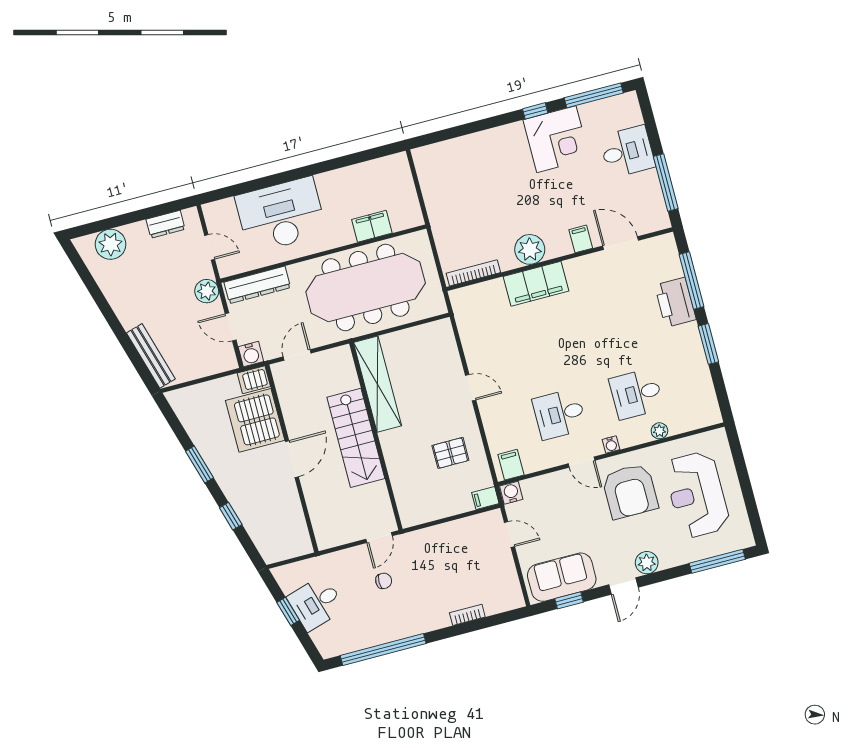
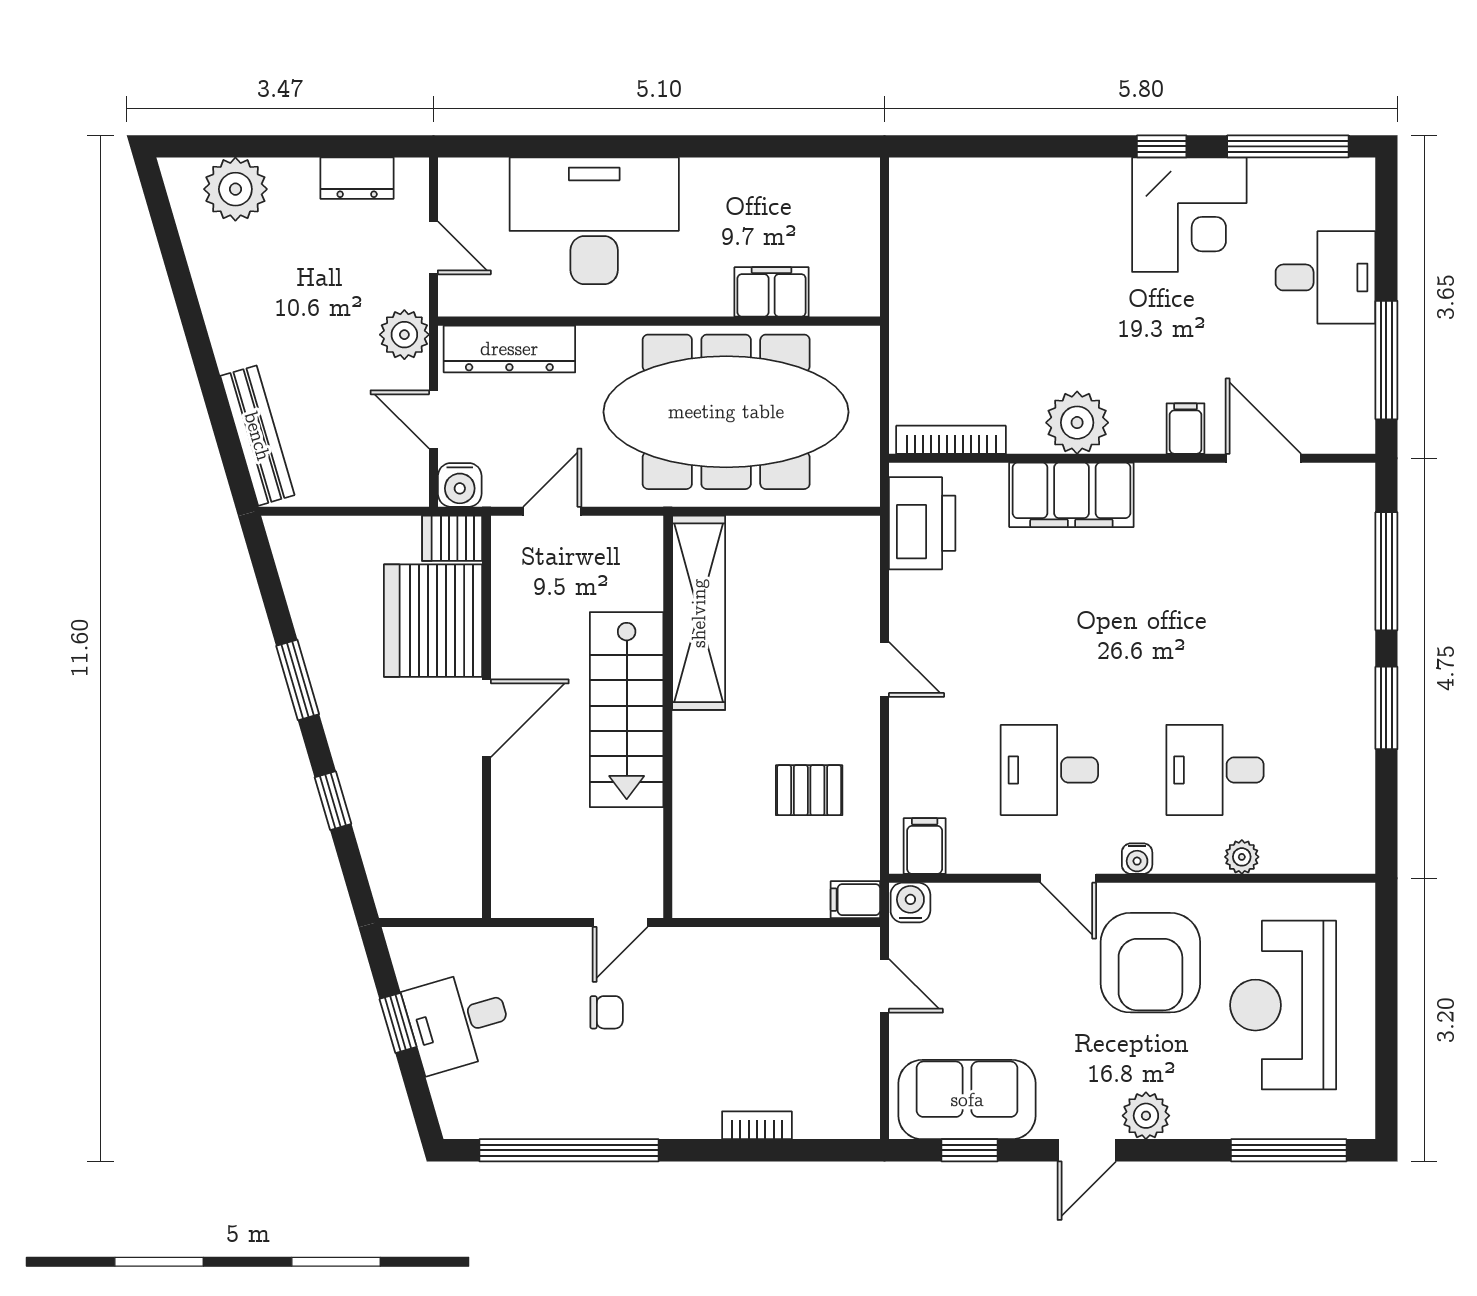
printer: (675, 302) -> (922, 523), moved, turned 180

